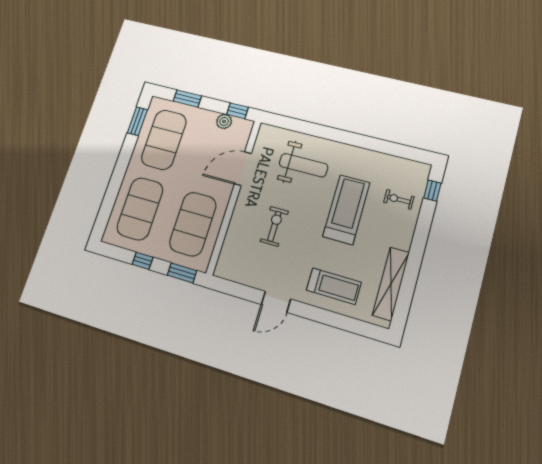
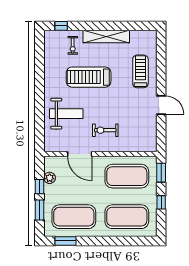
window: (237, 111) -> (39, 187), moved
weight bench: (303, 165) -> (66, 114), turned 90
exercise bike: (274, 226) -> (105, 130), moved
shelving: (391, 284) -> (106, 37), moved

